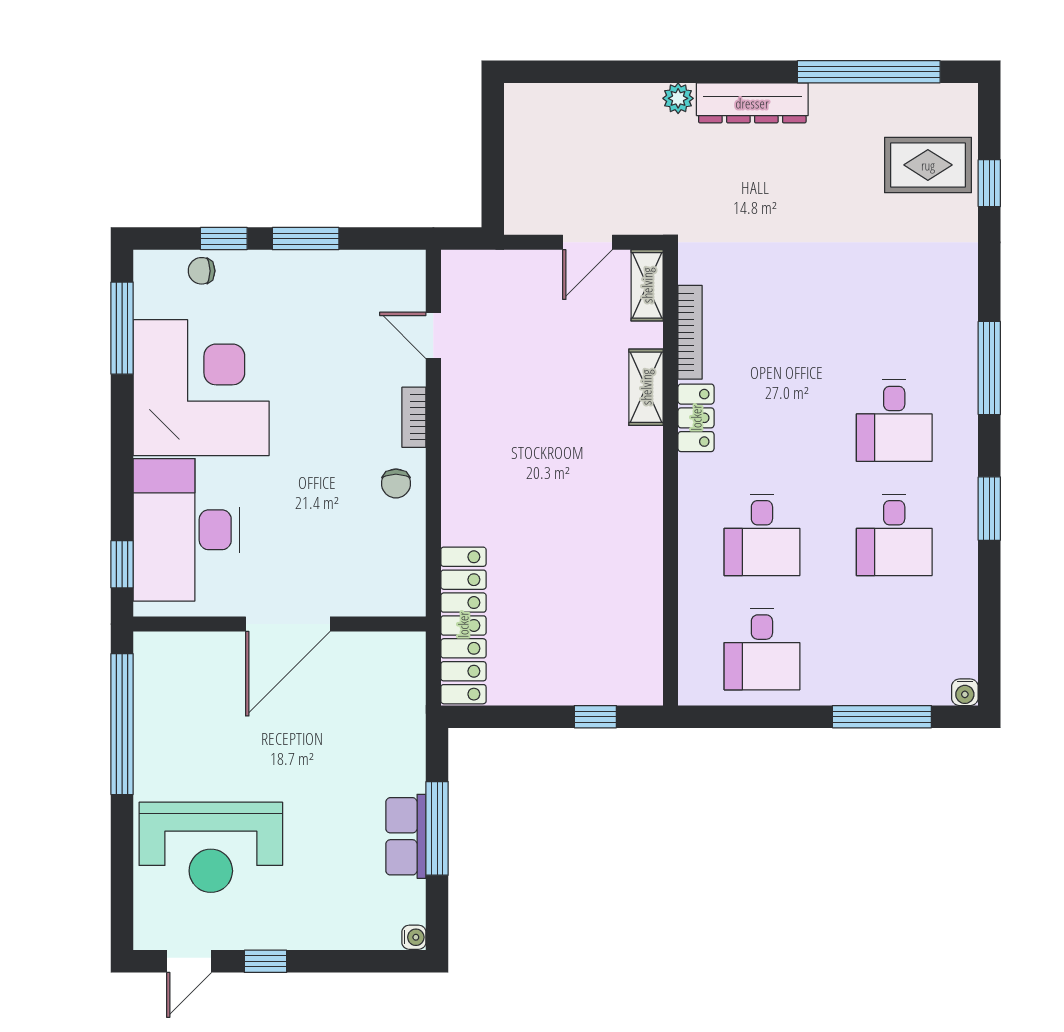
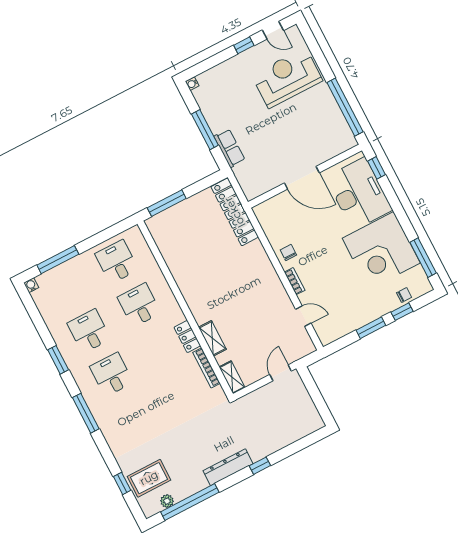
window: (684, 72) -> (260, 466), added
plant: (678, 98) -> (167, 501), moved
door: (588, 242) -> (281, 373), moved
door: (288, 624) -> (302, 178), swing flipped
window: (595, 717) -> (167, 203), width x2.17
row of seats: (406, 836) -> (230, 148), moved
door: (189, 961) -> (273, 30), swing flipped

